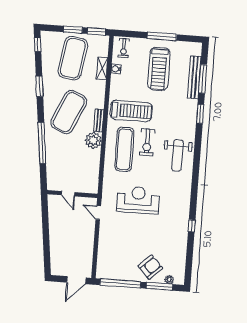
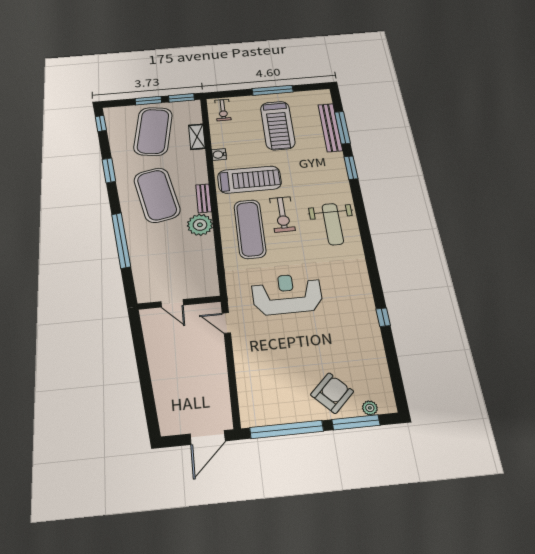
water cooler: (116, 69) -> (219, 154), moved
exercise mat: (69, 112) -> (157, 195), turned -36

